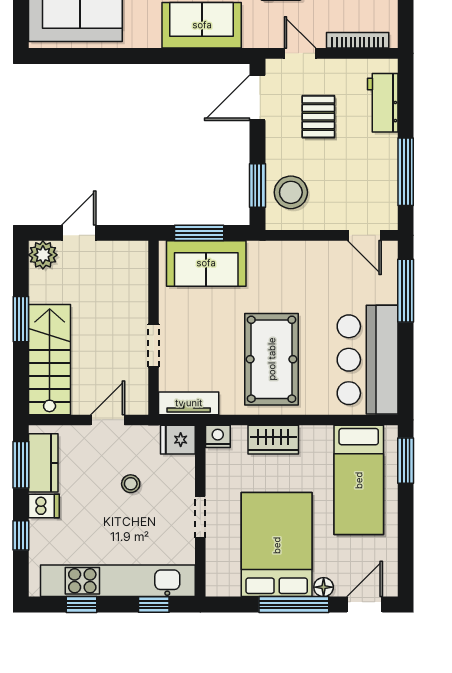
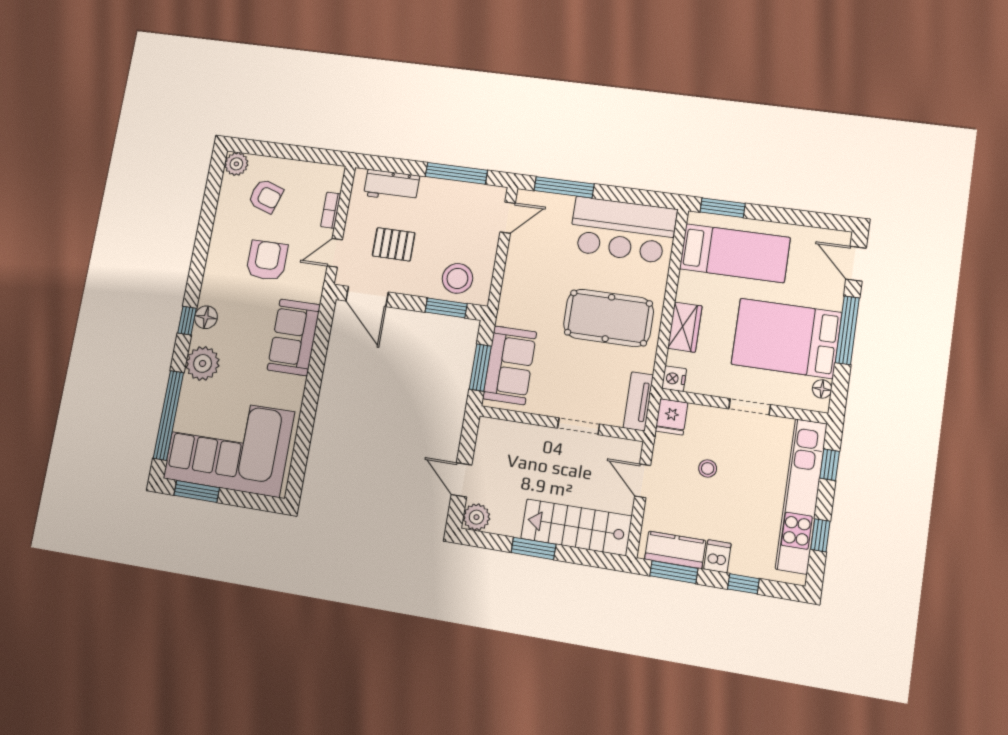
bookcase: (358, 40) -> (331, 210), width x0.64
floor lamp: (324, 587) -> (822, 389), moved

